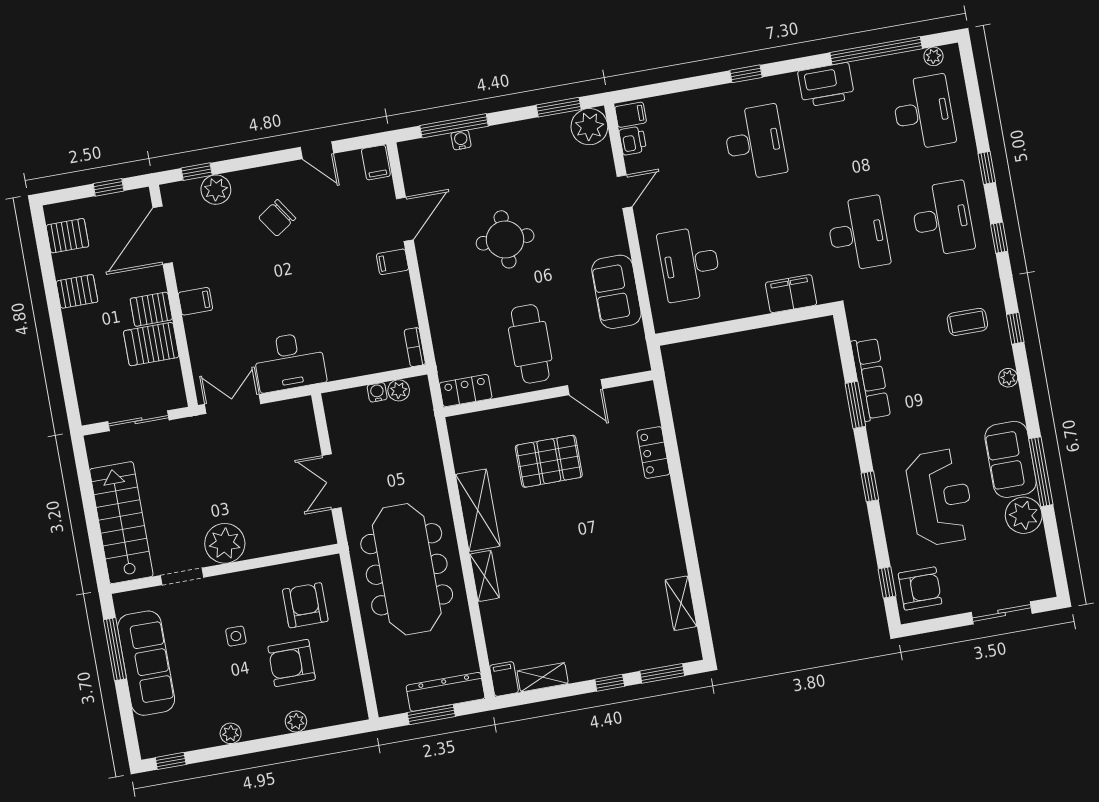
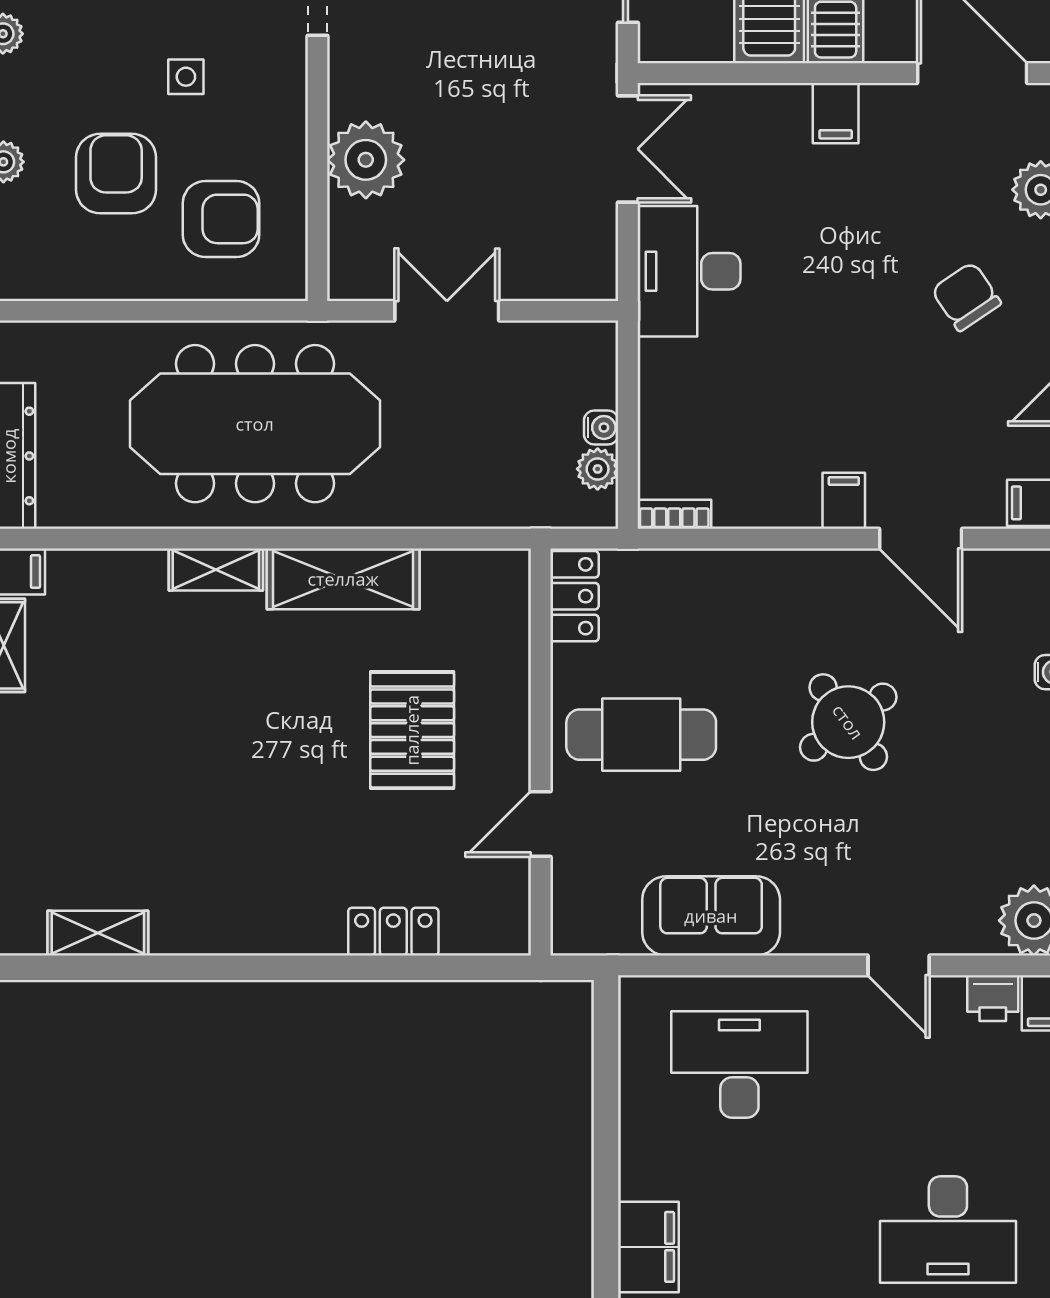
round table: (505, 239) -> (848, 722), turned -36
plant: (225, 543) -> (366, 160), moved

